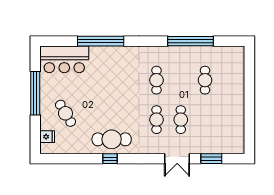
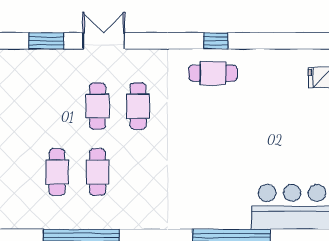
cafe table: (156, 80) -> (97, 172), moved
cafe table: (65, 113) -> (290, 117), removed
cafe table: (112, 139) -> (213, 73), width x0.73, depth x0.74

